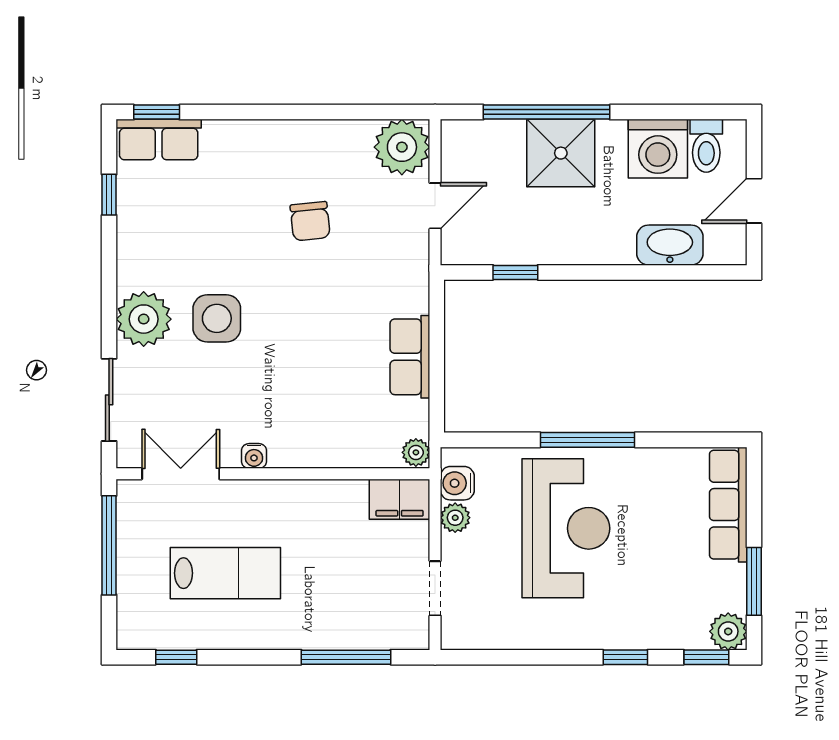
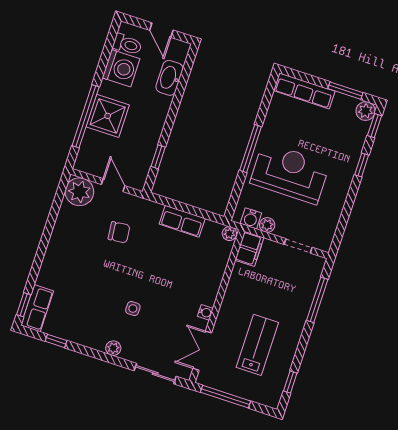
chair: (310, 221) -> (119, 232), moved
side table: (217, 318) -> (133, 309), width x0.54, depth x0.54
plant: (144, 319) -> (113, 348), width x0.53, depth x0.53

